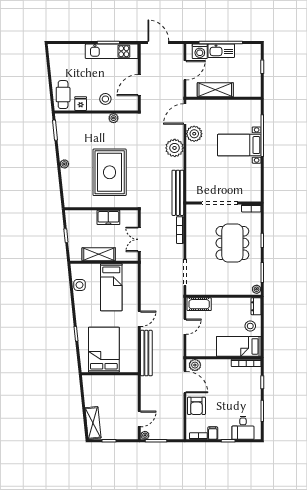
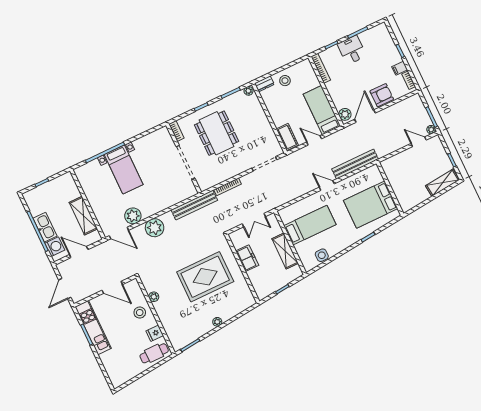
dining table: (232, 243) -> (217, 133), turned 90
bed: (239, 346) -> (322, 110), moved, turned 180
desk: (243, 428) -> (352, 50), moved, turned -90

